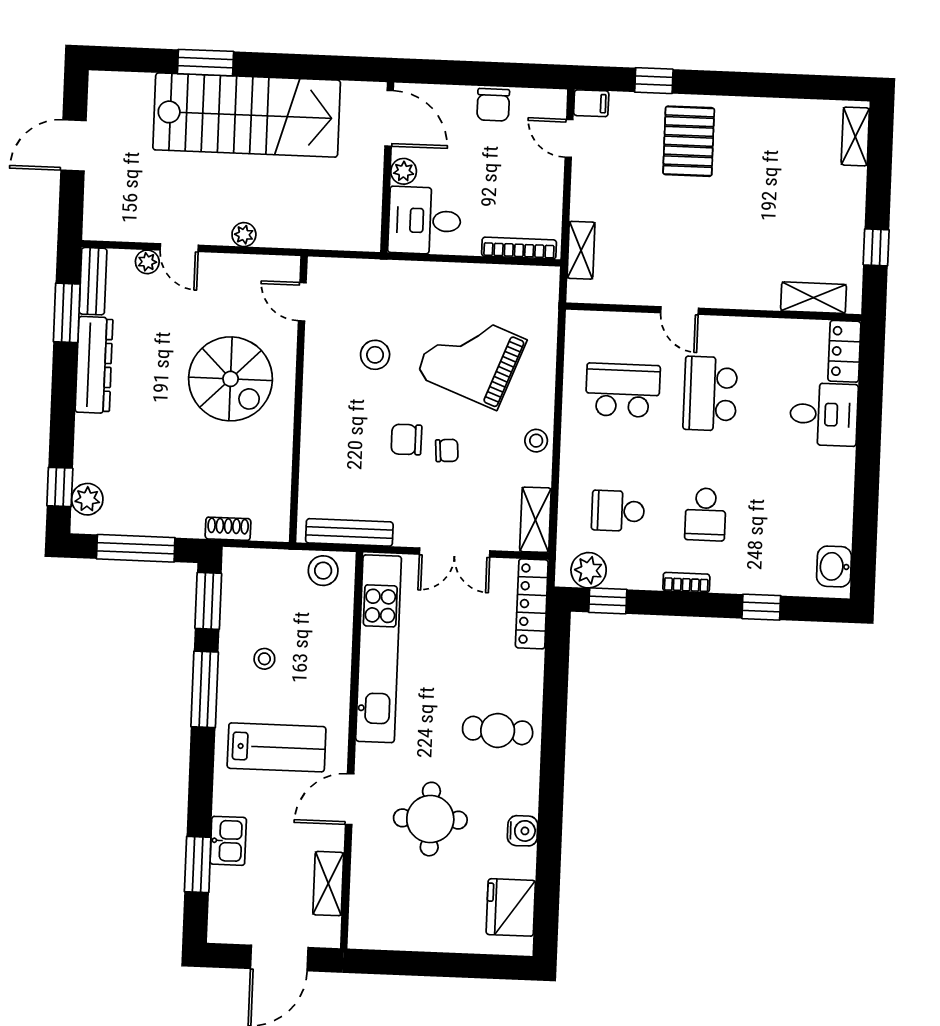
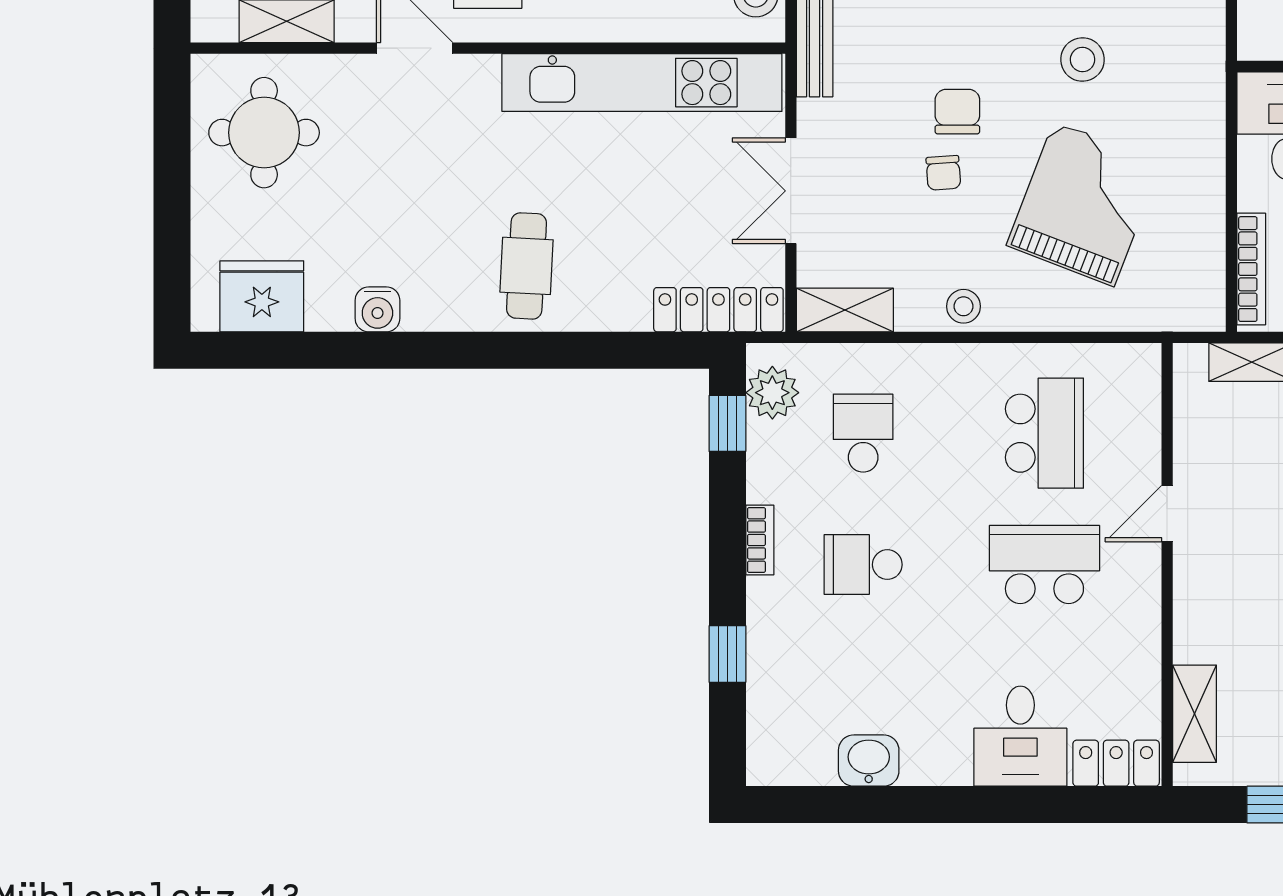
washbasin: (834, 566) -> (869, 761), moved
round table: (430, 819) -> (264, 133), moved

